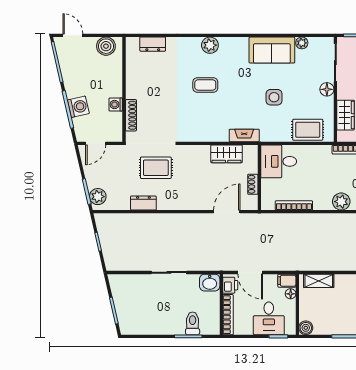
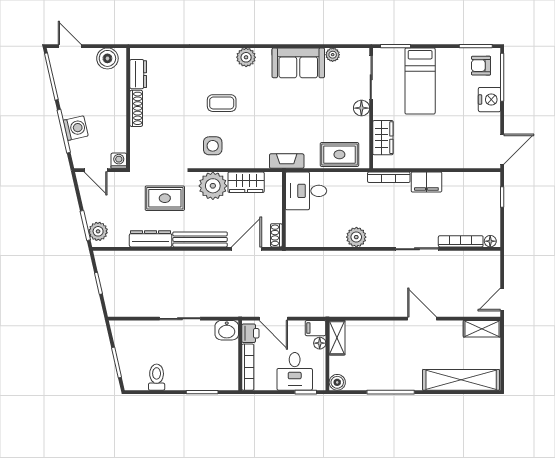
dresser: (153, 44) -> (138, 74), moved, turned -90
plant: (210, 45) -> (246, 57), moved
side table: (274, 97) -> (213, 146), moved
washing machine: (116, 105) -> (119, 161), moved, turned 90
shoe rack: (131, 115) -> (136, 108), moved
fireplace: (244, 135) -> (287, 161), moved
door: (96, 143) -> (96, 170), hinge flipped
plant: (198, 157) -> (213, 186), added
shoe rack: (253, 184) -> (276, 235), moved
plant: (341, 202) -> (356, 237), moved
dresser: (143, 203) -> (151, 239), width x1.44
bench: (186, 204) -> (200, 239), added
bookcase: (294, 205) -> (324, 242), removed
shelving: (319, 281) -> (337, 338), moved, turned 90
toilet: (193, 323) -> (157, 377), moved

